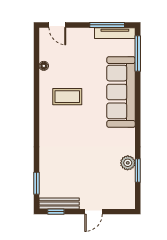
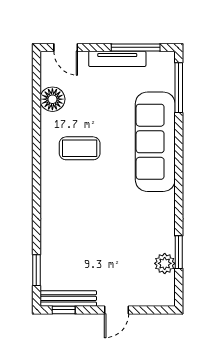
tv unit: (115, 33) -> (117, 59), moved
floor lamp: (44, 66) -> (52, 99), width x1.89, depth x1.89
plant: (128, 163) -> (165, 263), moved

